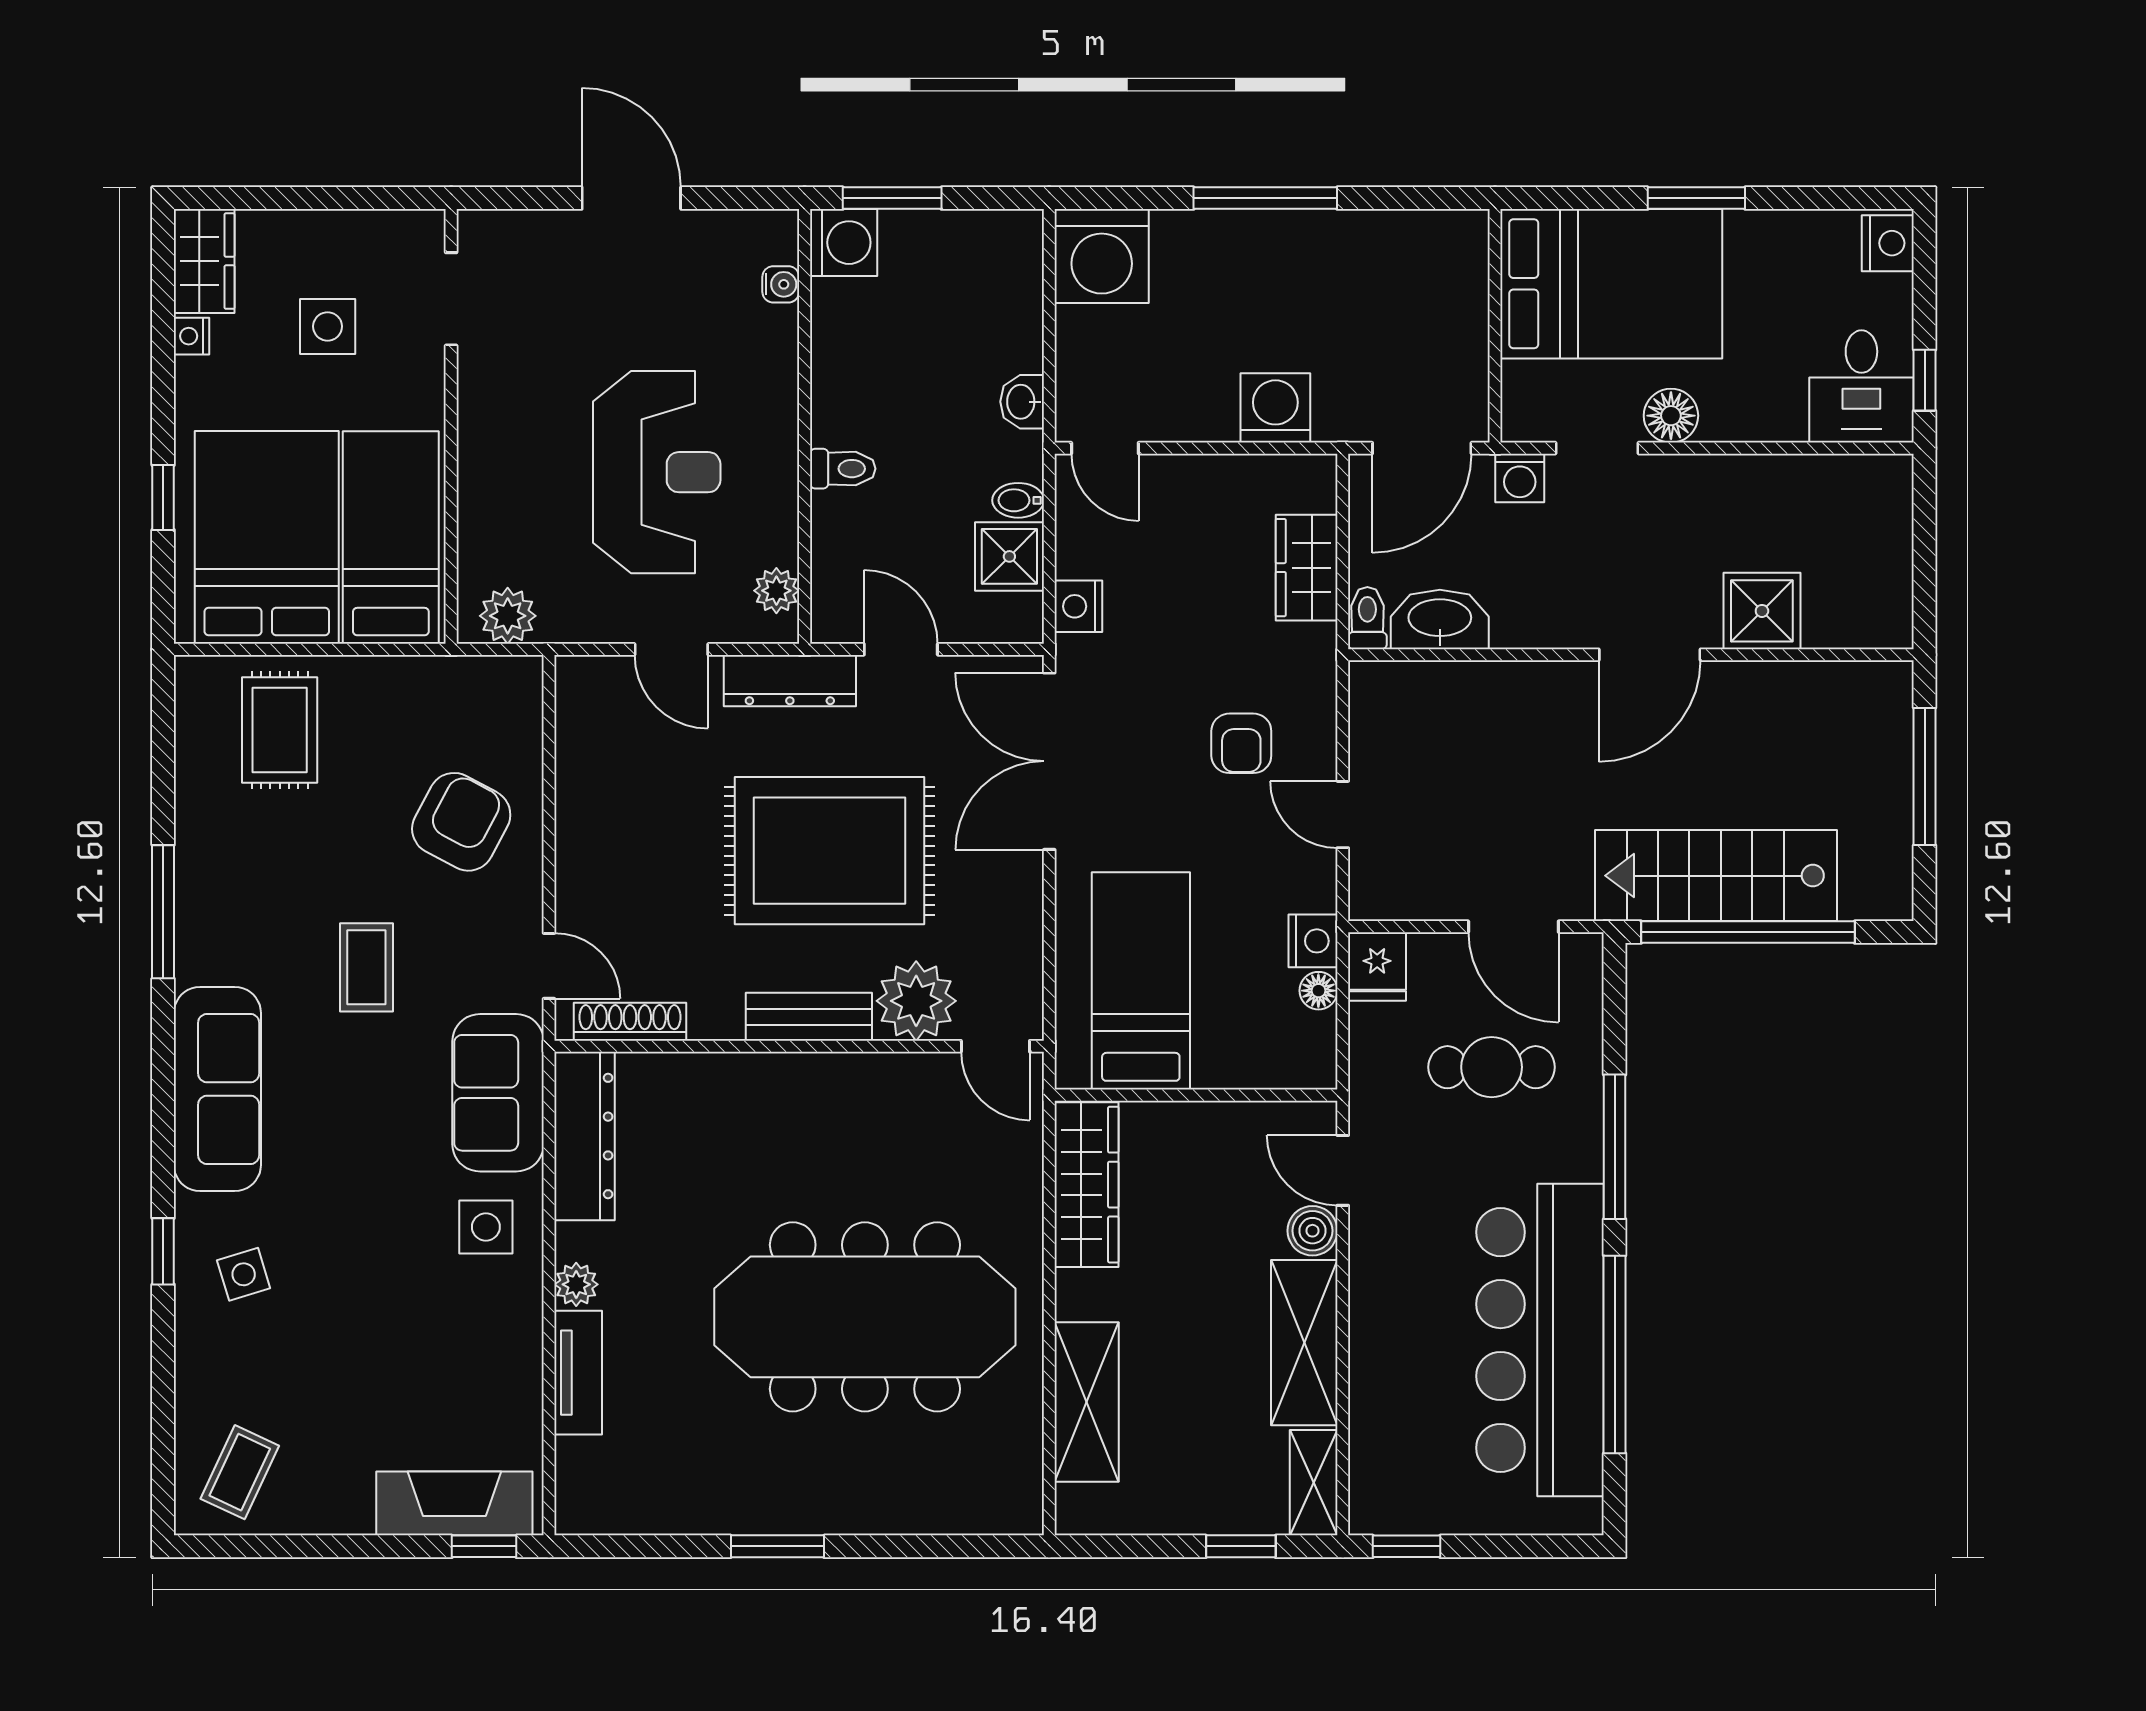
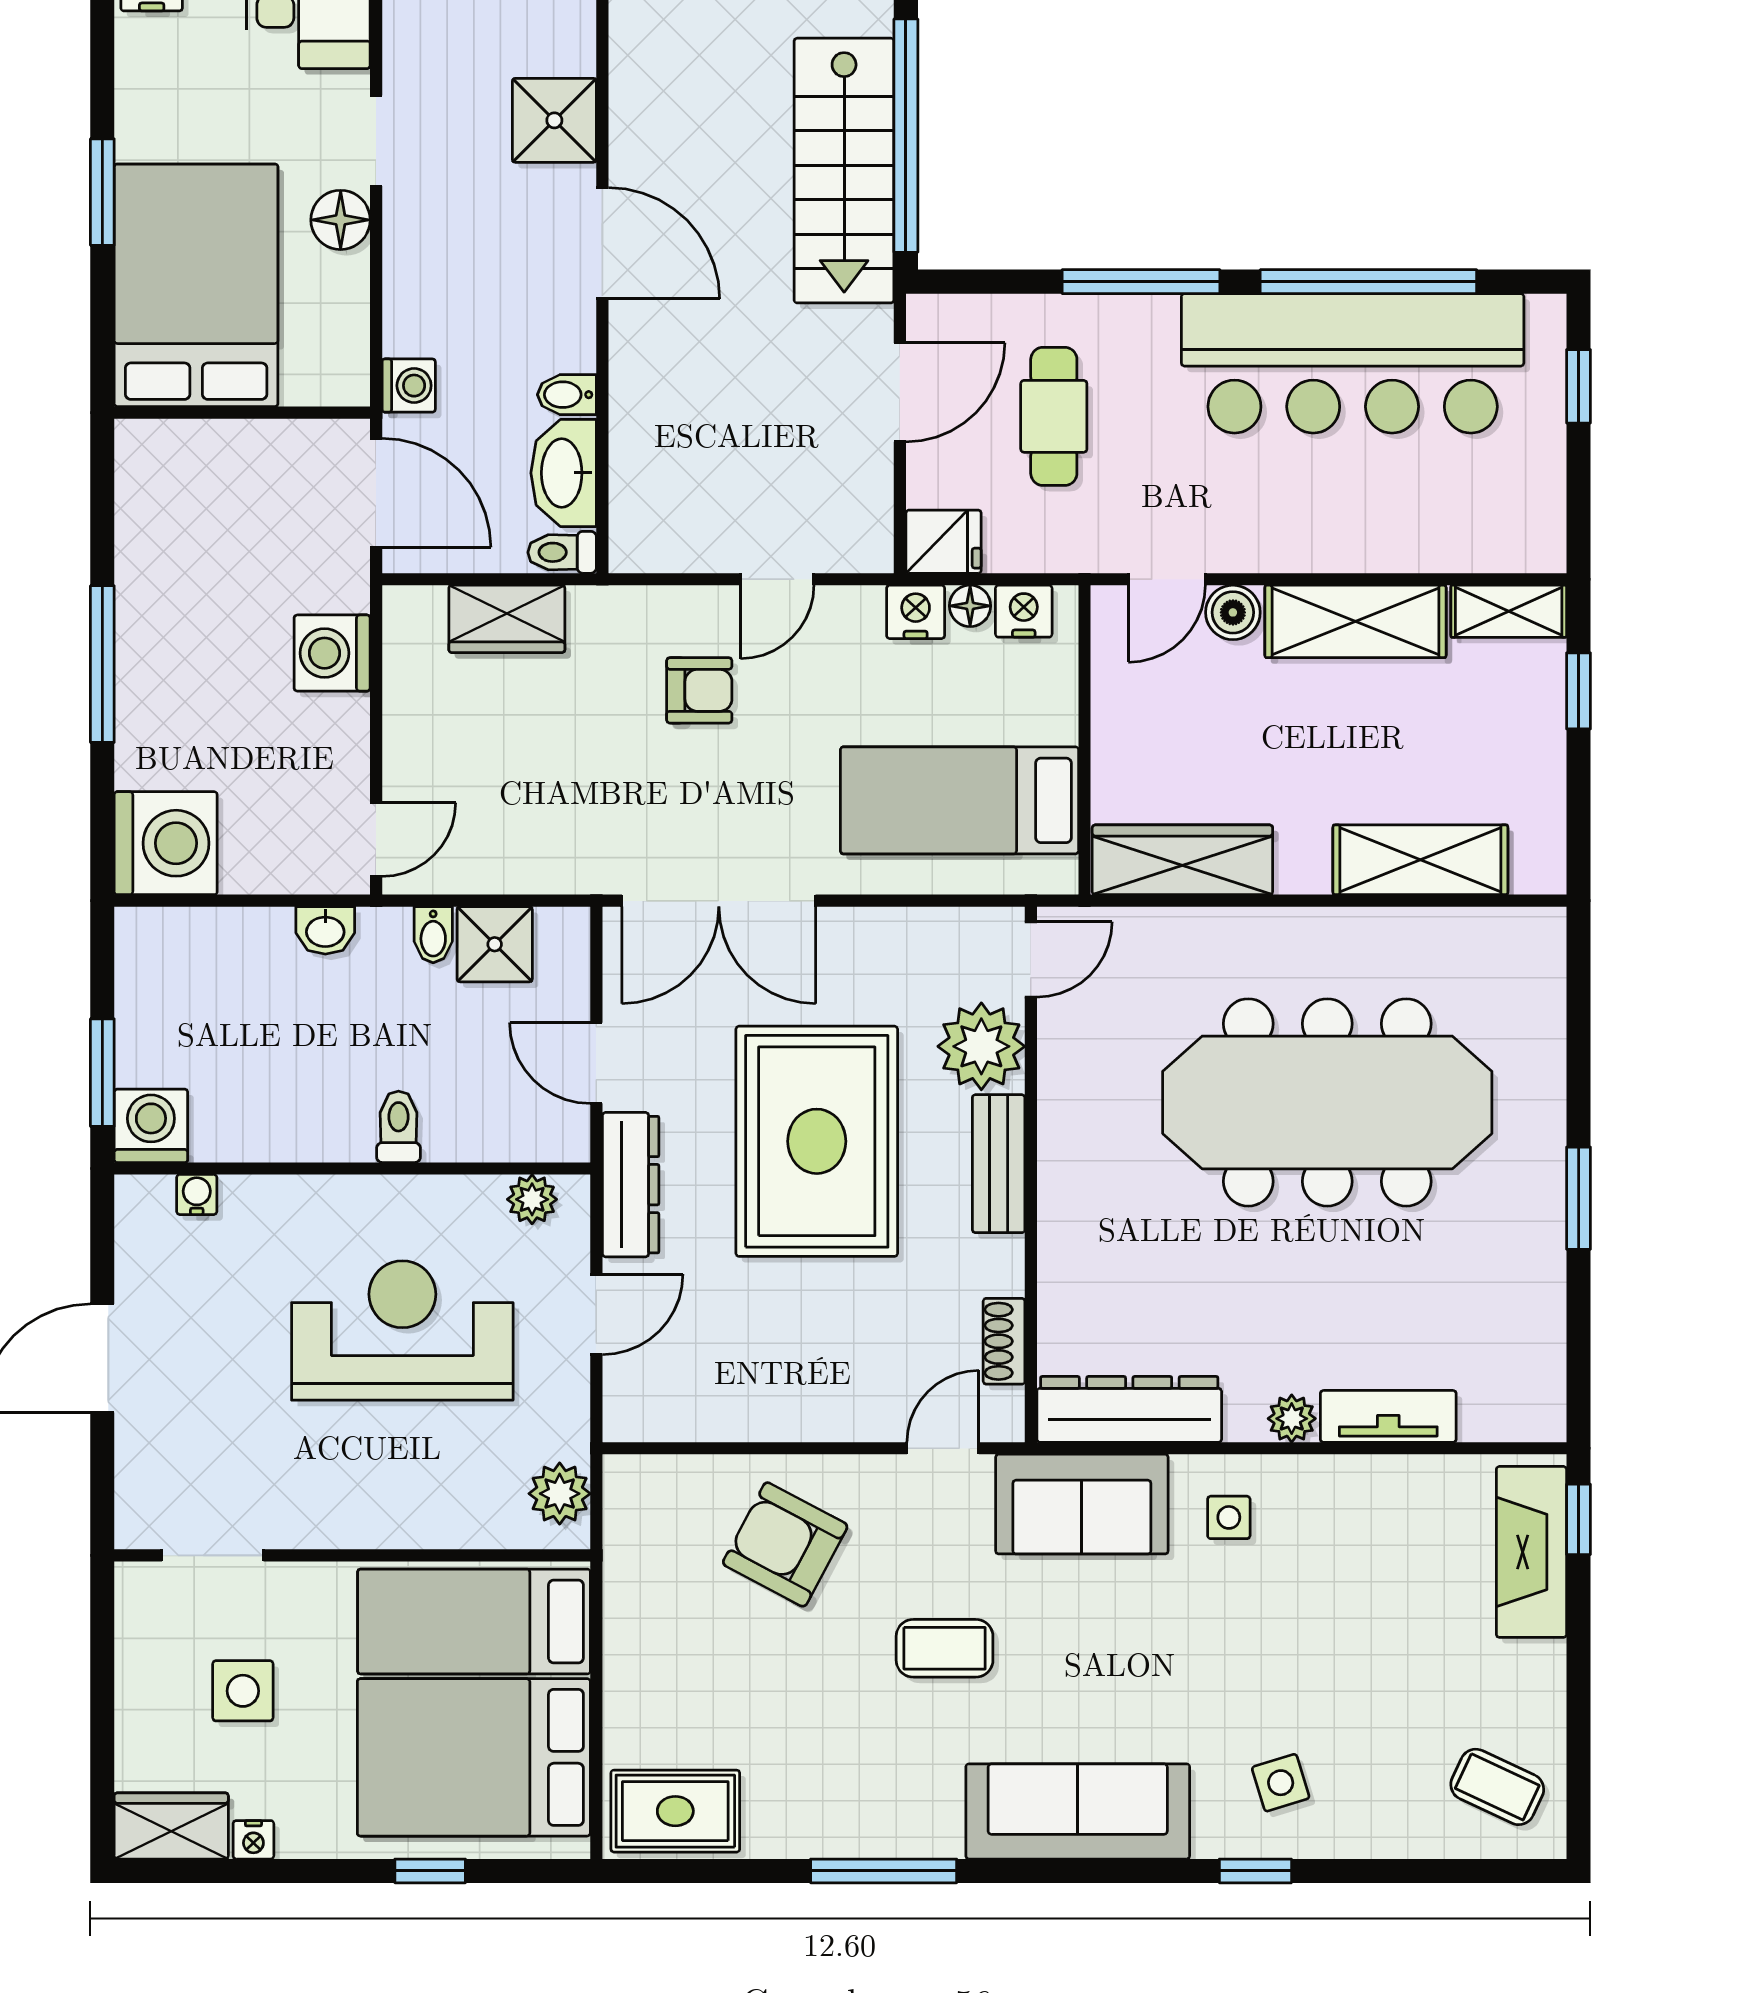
doorway: (1597, 448) -> (376, 141), moved
nightstand: (1078, 606) -> (1024, 611), moved, turned 180
bidet: (1511, 622) -> (567, 395), added
door: (901, 649) -> (596, 1063), hinge flipped
rug: (280, 730) -> (675, 1811), moved
shoe rack: (630, 1022) -> (1004, 1341), width x0.70
side table: (486, 1227) -> (1229, 1517), width x0.73, depth x0.73
meeting table: (865, 1317) -> (1327, 1102), turned 90
window: (1406, 1546) -> (1579, 386), moved

